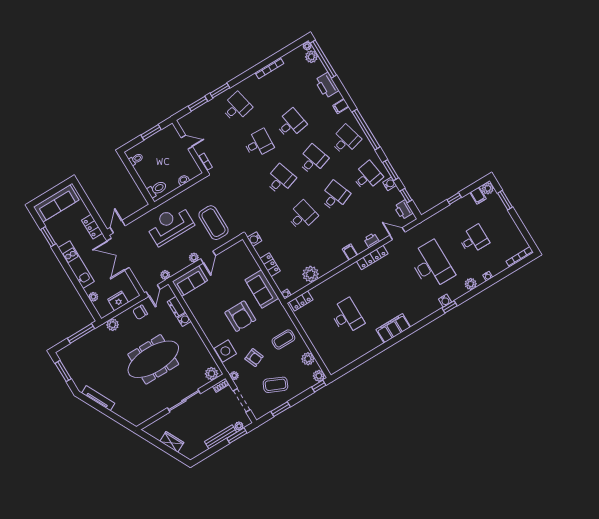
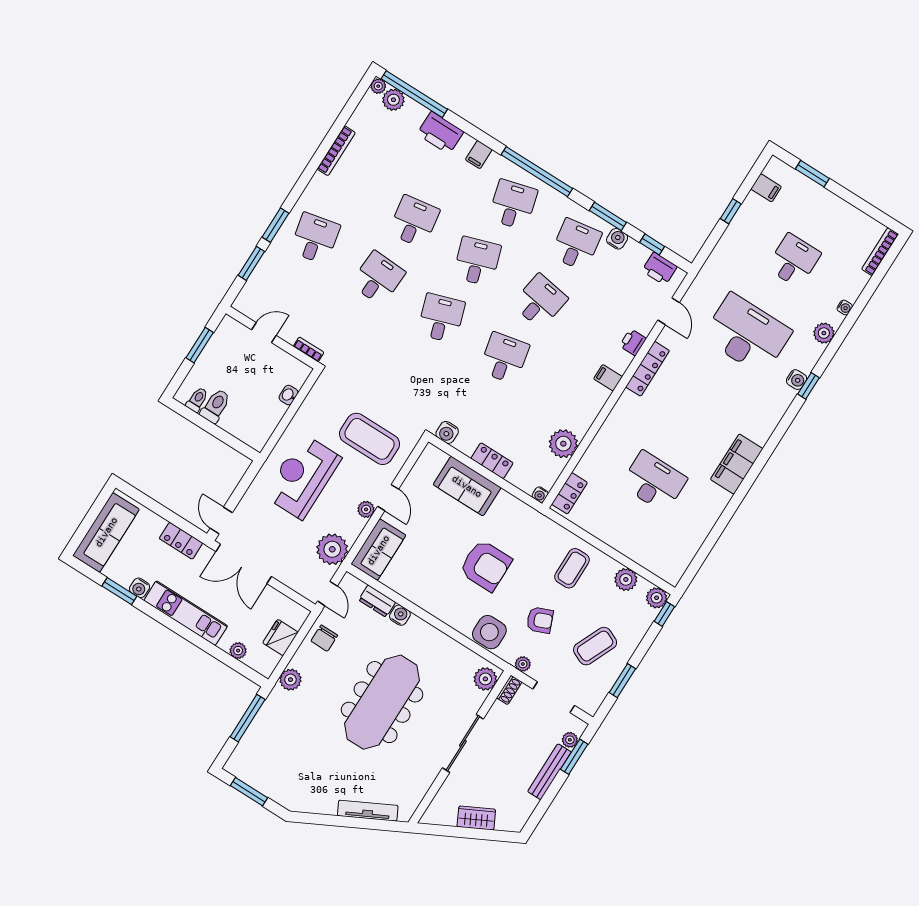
plant: (488, 188) -> (776, 169), removed
toilet: (157, 189) -> (215, 406), moved
desk: (335, 196) -> (540, 301), turned 30
door: (397, 234) -> (669, 311), swing flipped
water cooler: (59, 240) -> (140, 588), added
plant: (165, 275) -> (332, 549), width x1.87, depth x1.87
sofa: (262, 289) -> (467, 486), moved
tv unit: (98, 398) -> (368, 811), moved

